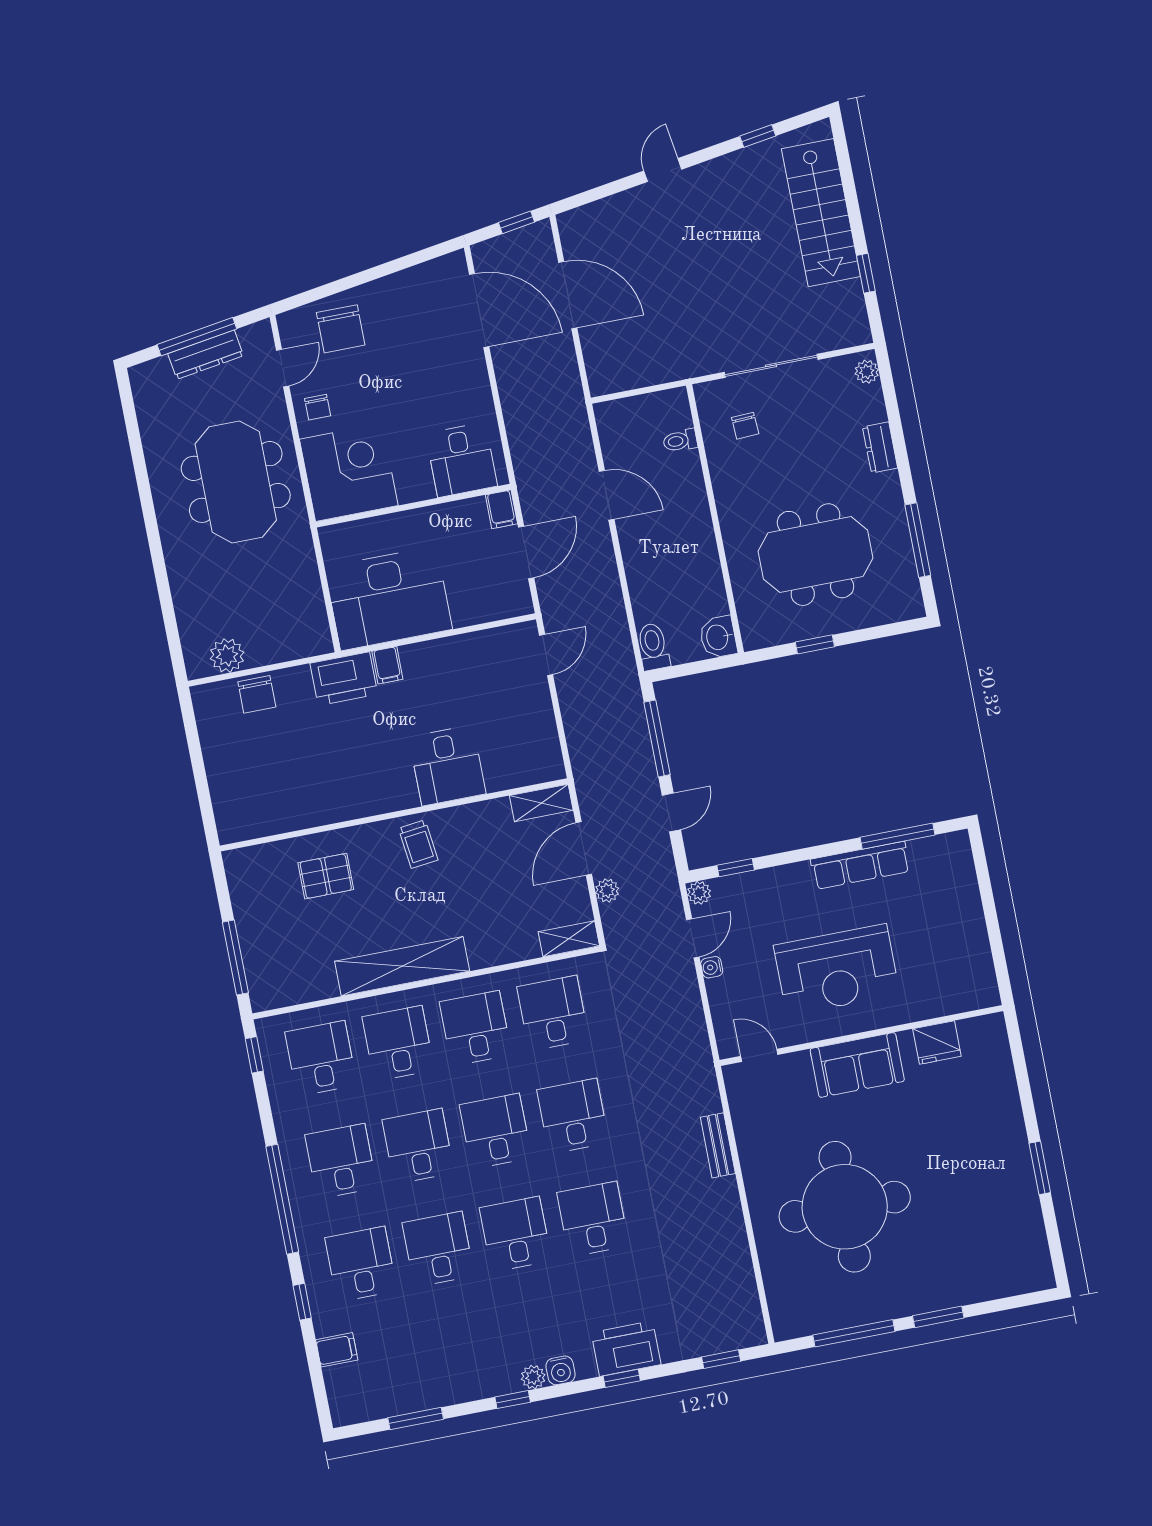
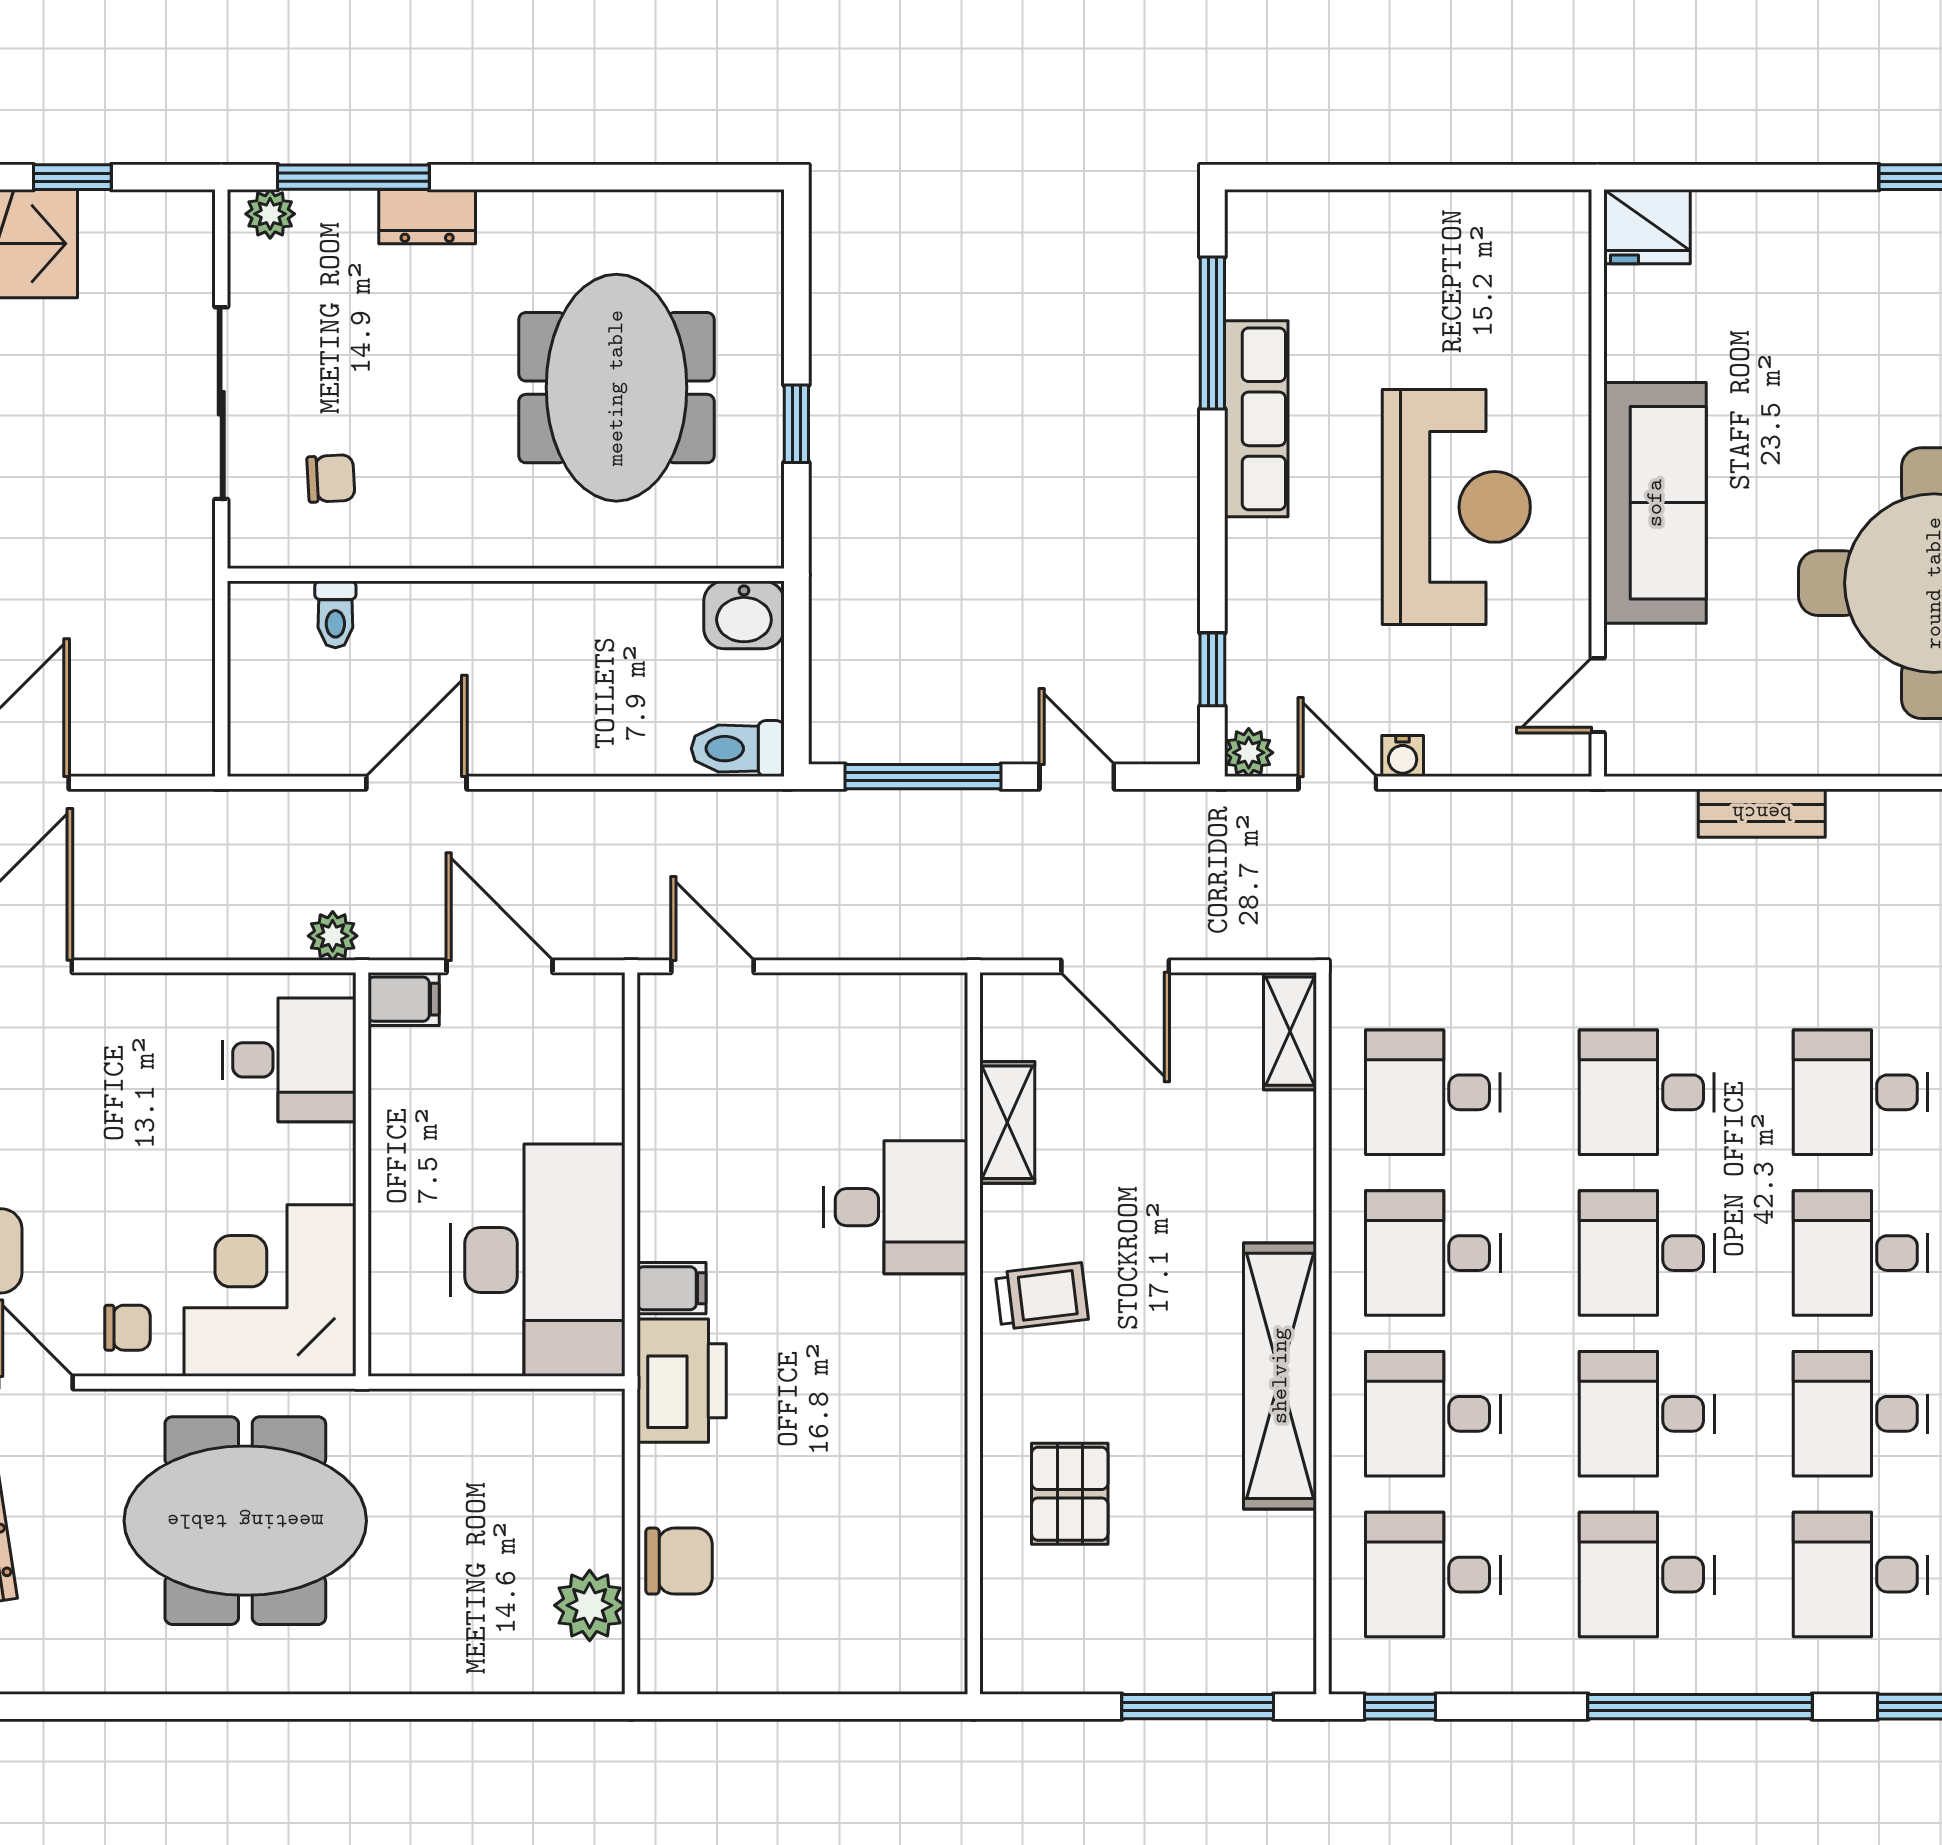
window: (918, 540) -> (353, 177), moved
shelving: (541, 803) -> (1007, 1122), moved
plant: (607, 891) -> (333, 936), moved
fridge: (937, 1042) -> (1647, 227), moved, turned 90
sofa: (857, 1065) -> (1655, 503), width x1.36

